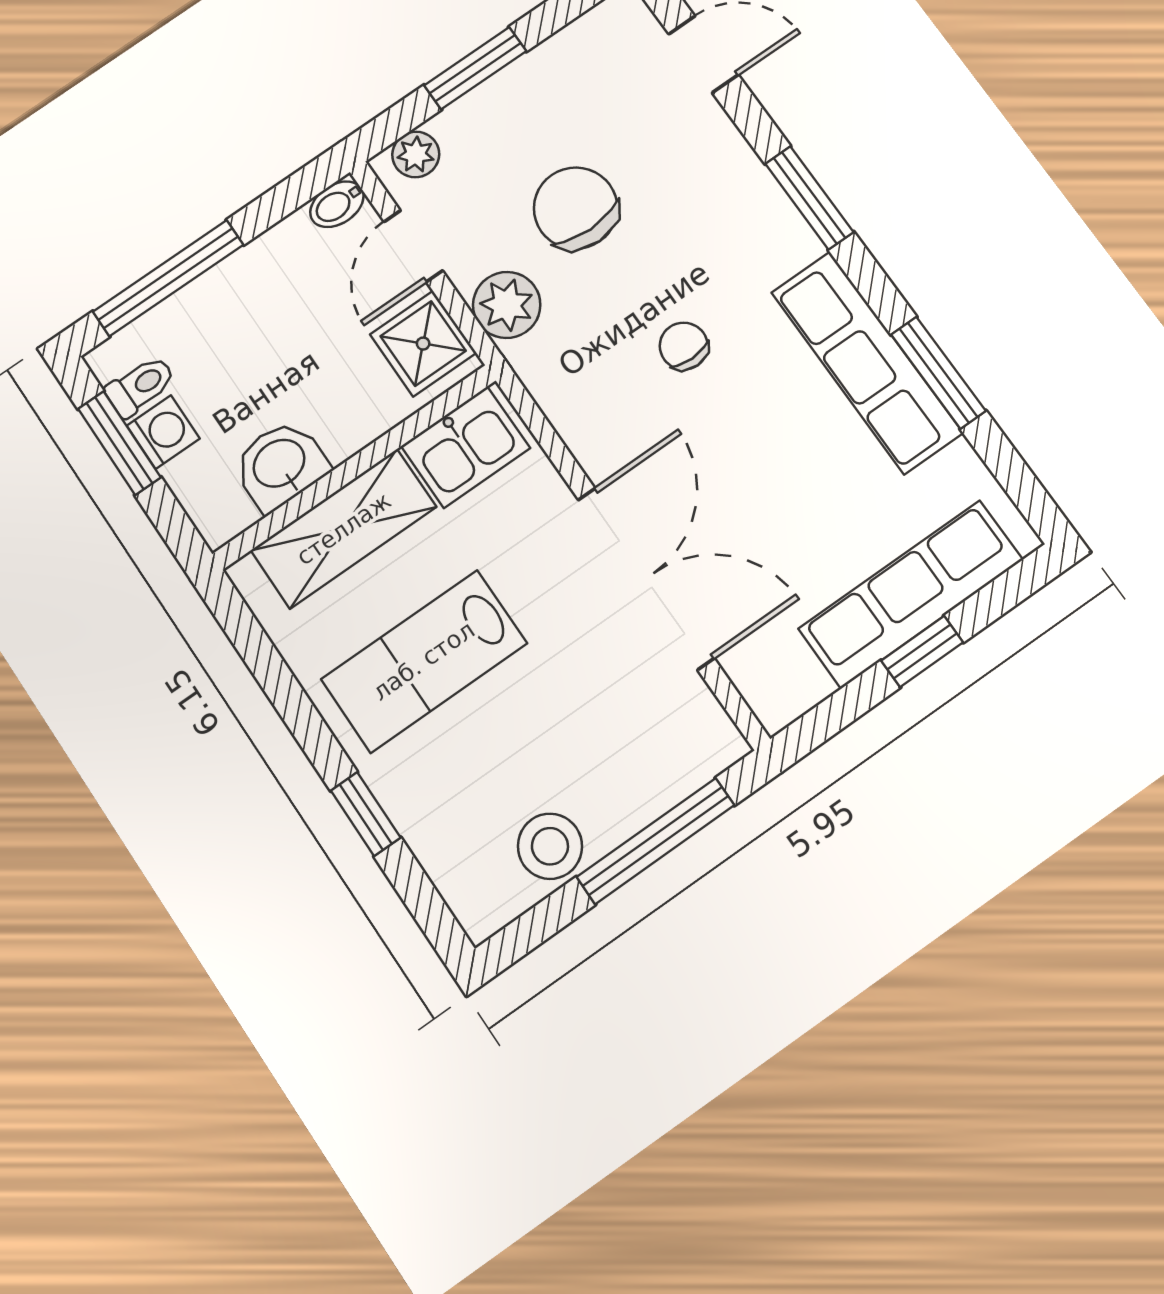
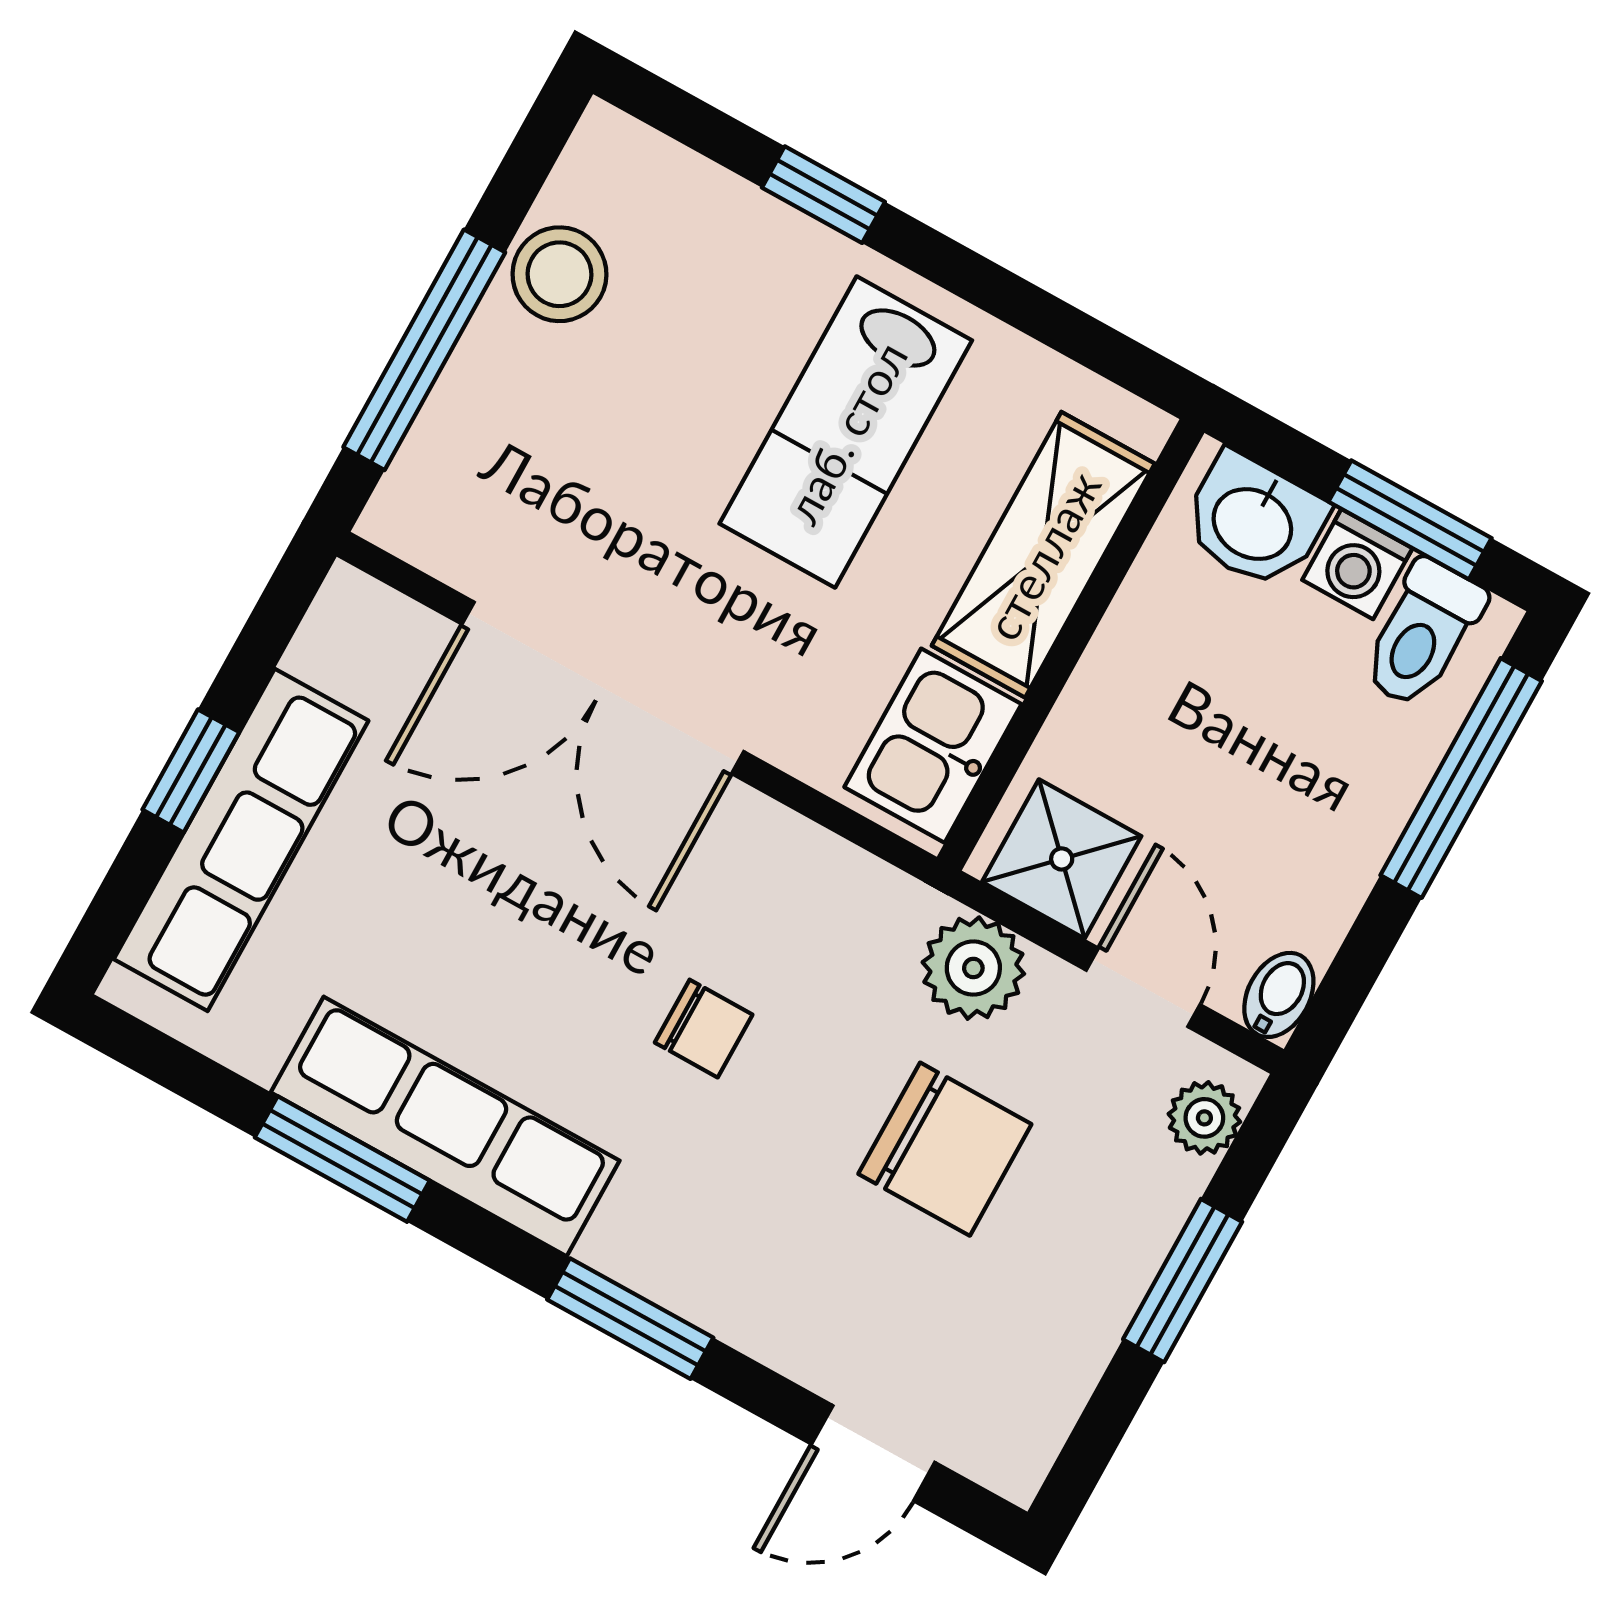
toilet: (140, 386) -> (1422, 634), width x1.37, depth x1.39
washbasin: (280, 465) -> (1254, 521), moved, turned 90
lab bench: (424, 661) -> (846, 432), turned 180

